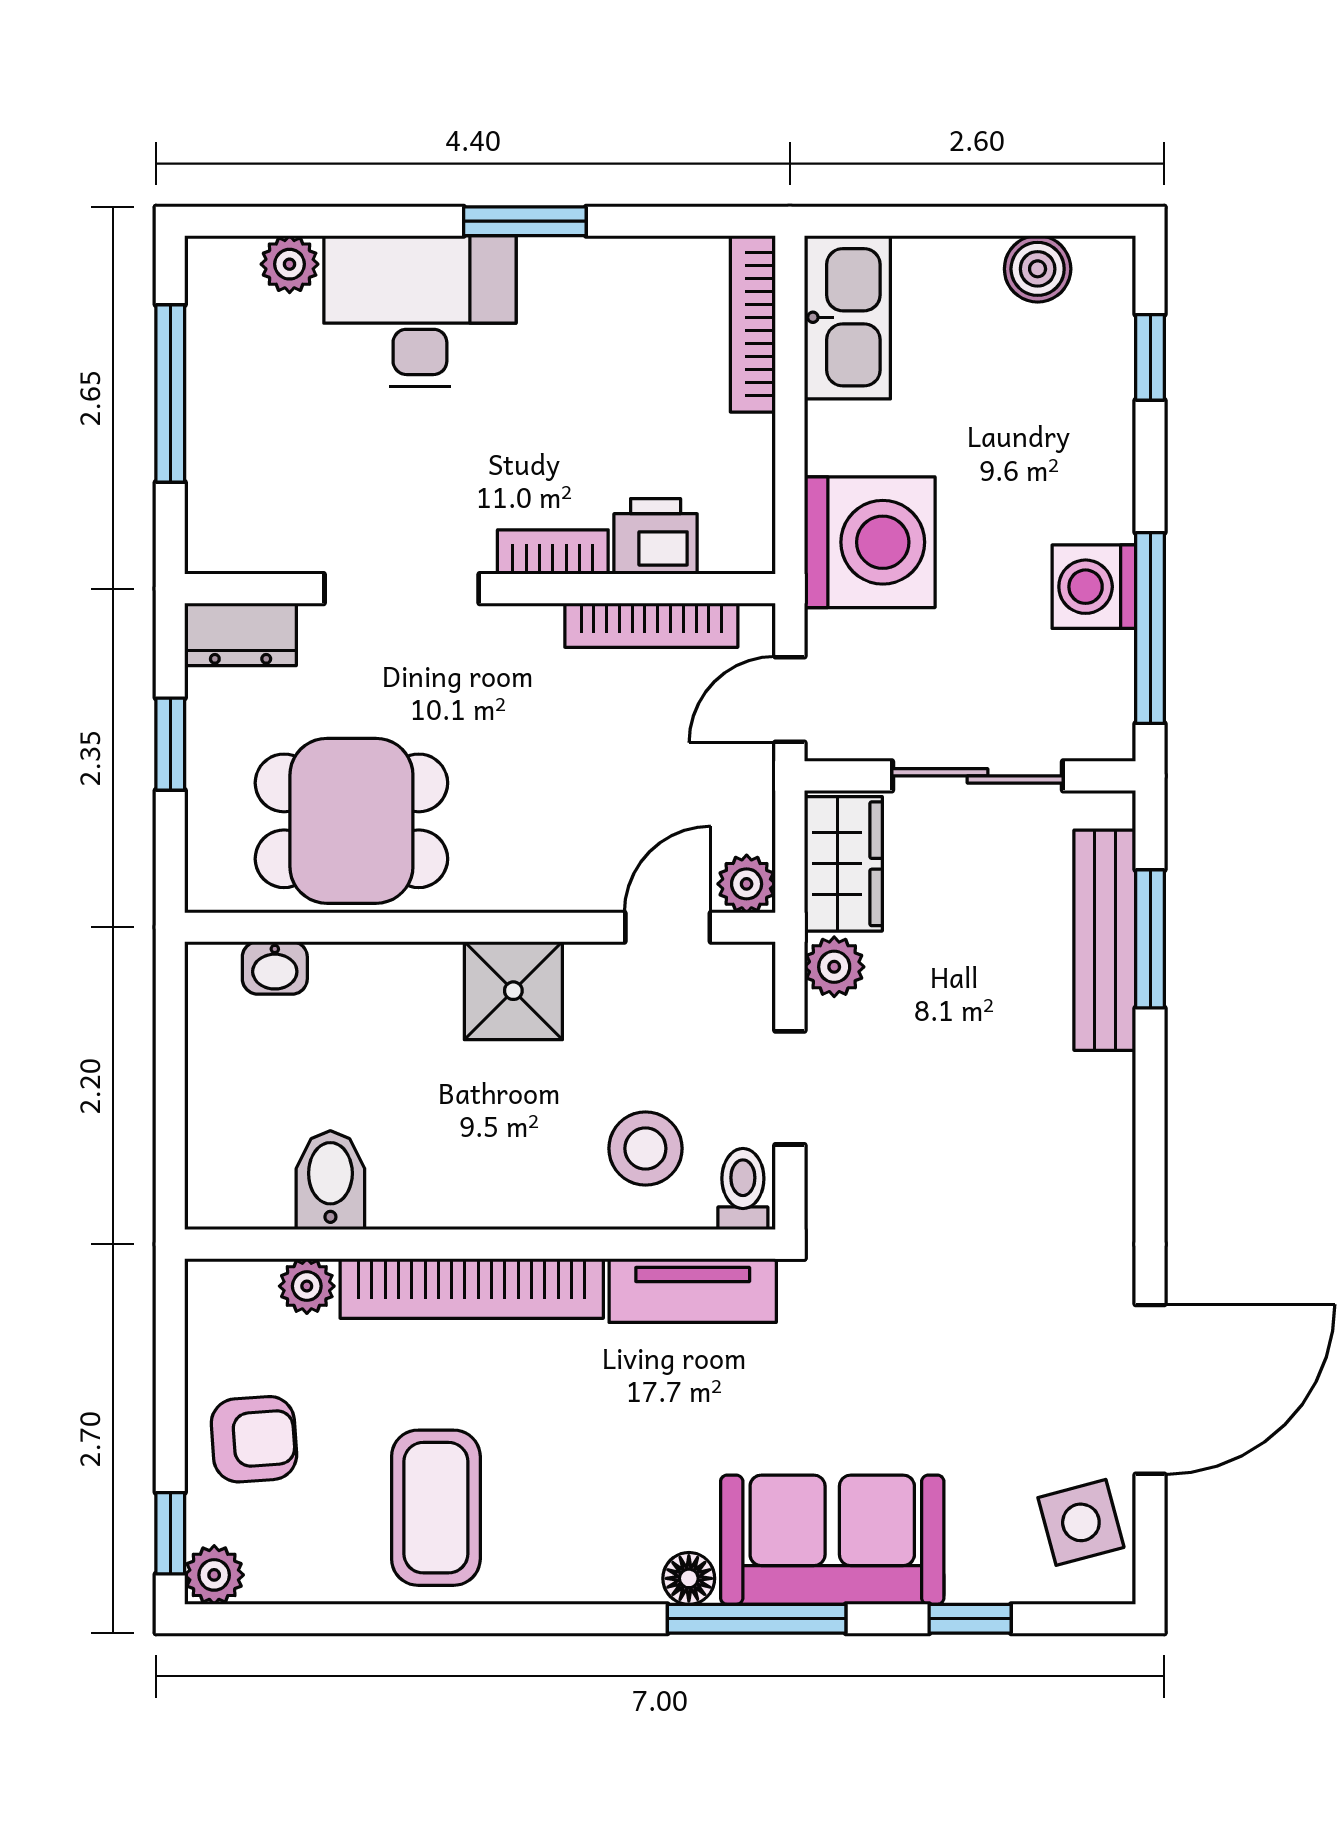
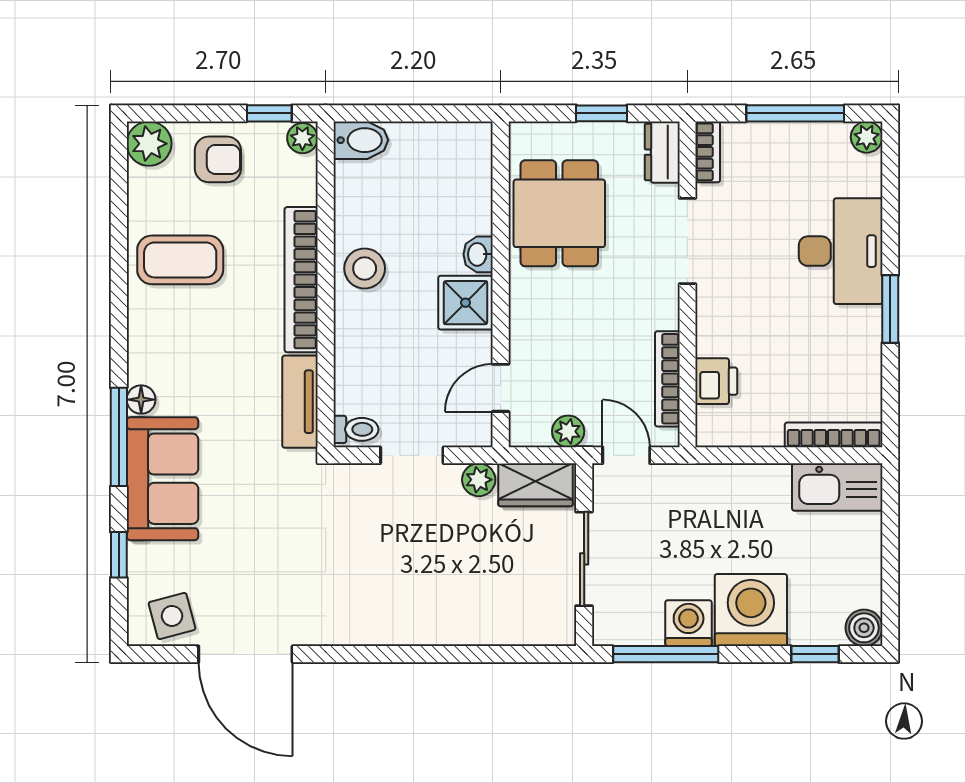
plant: (290, 264) -> (867, 137), moved
boiler: (1038, 269) -> (864, 628), moved
washing machine: (870, 542) -> (751, 610), moved, turned 180
bookcase: (553, 552) -> (708, 152), moved
plant: (747, 884) -> (568, 431), moved
door: (668, 927) -> (501, 388), swing flipped
window: (1150, 939) -> (494, 654), removed
bench: (1105, 940) -> (493, 629), removed
washbasin: (275, 968) -> (478, 254), moved
stool: (645, 1148) -> (365, 268), moved
bidet: (330, 1180) -> (361, 140), moved
plant: (307, 1286) -> (302, 138), moved
armchair: (254, 1439) -> (218, 159), turned -86
window: (170, 1533) -> (269, 113), moved
plant: (214, 1575) -> (149, 144), width x1.38, depth x1.38

